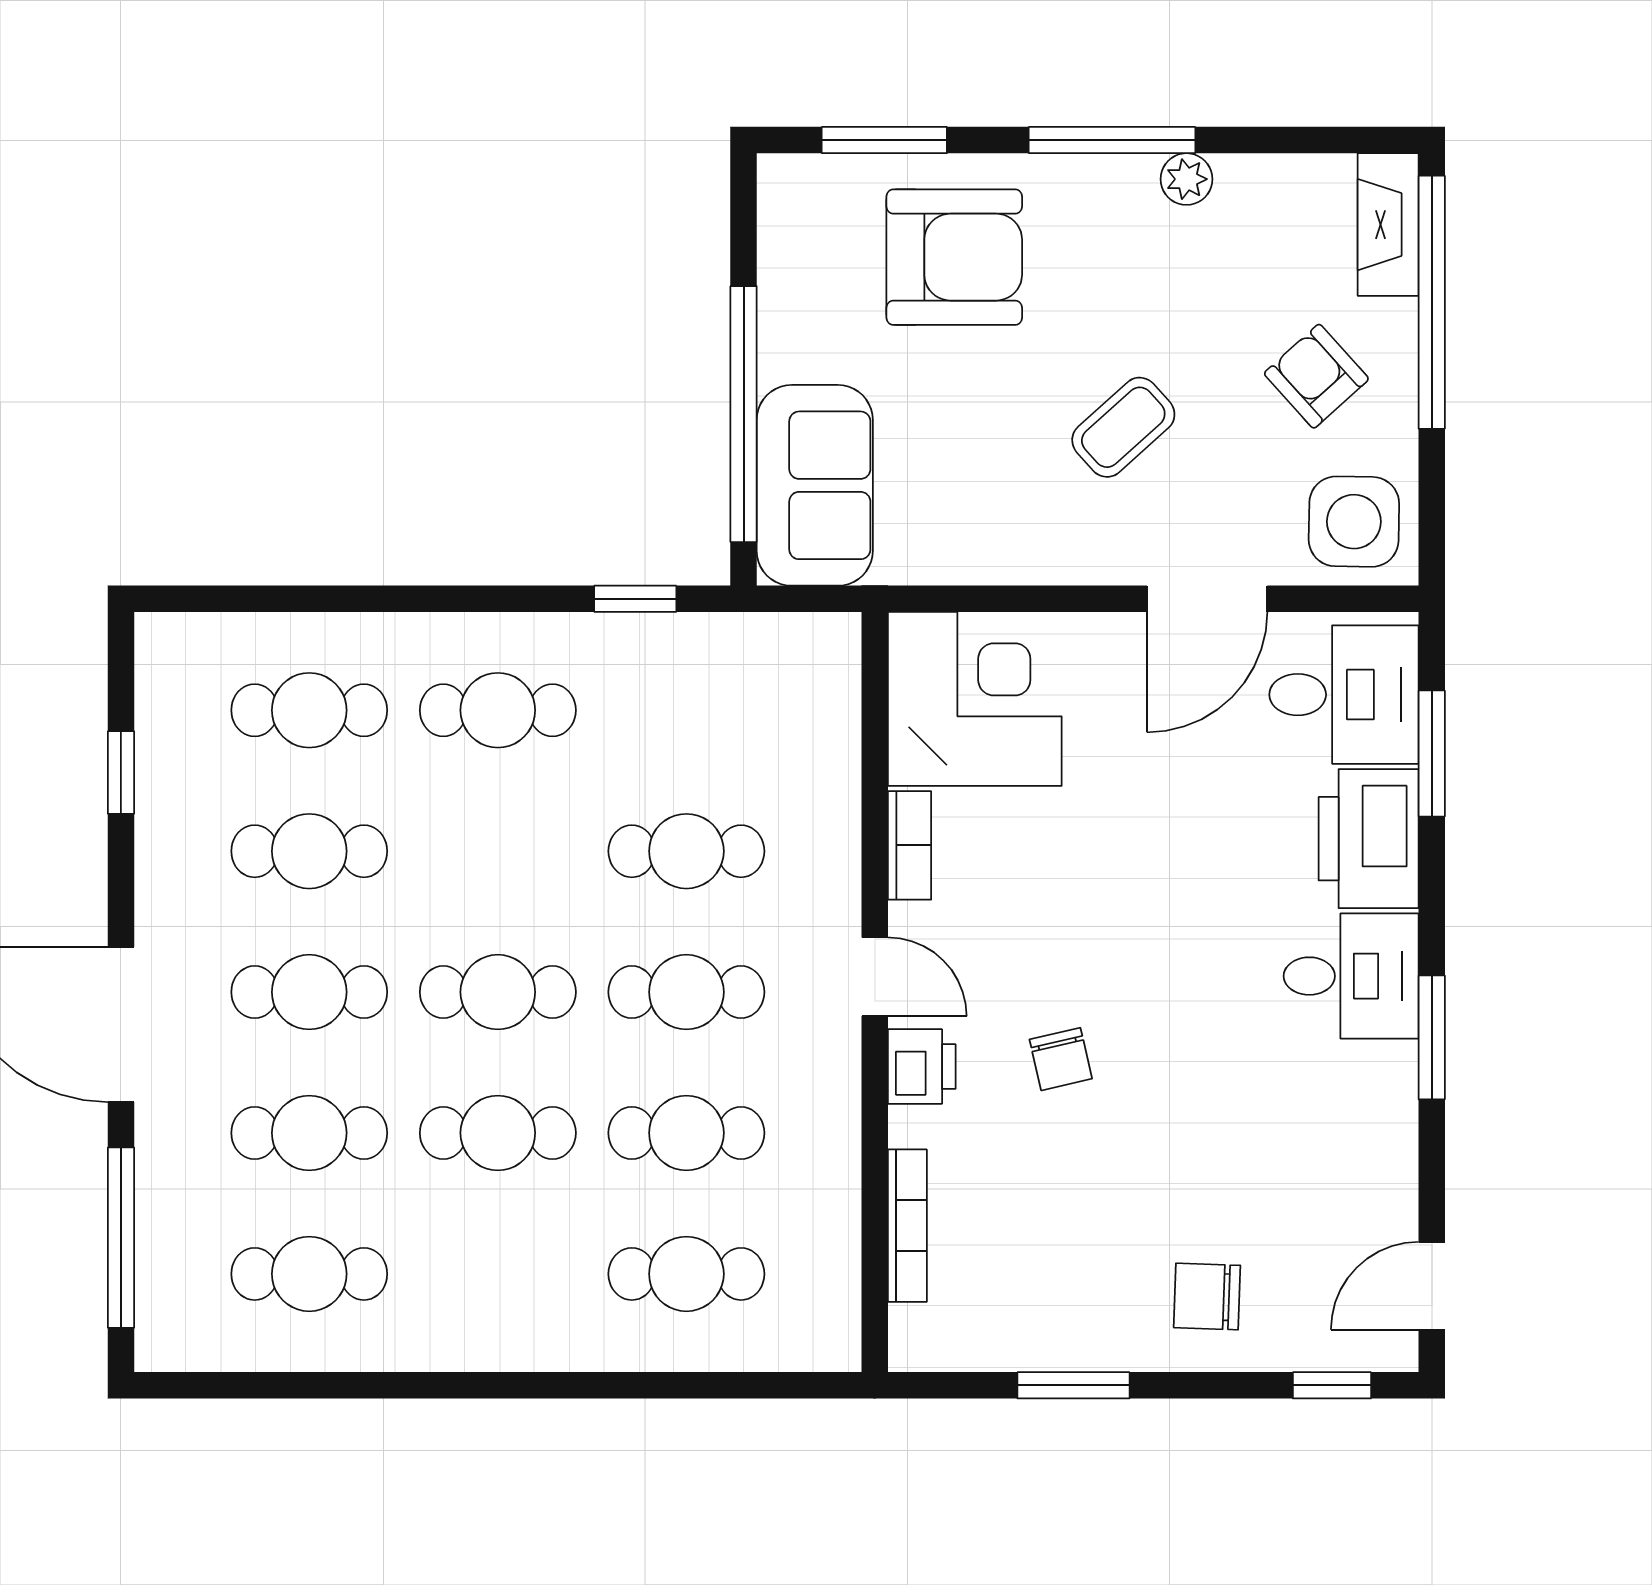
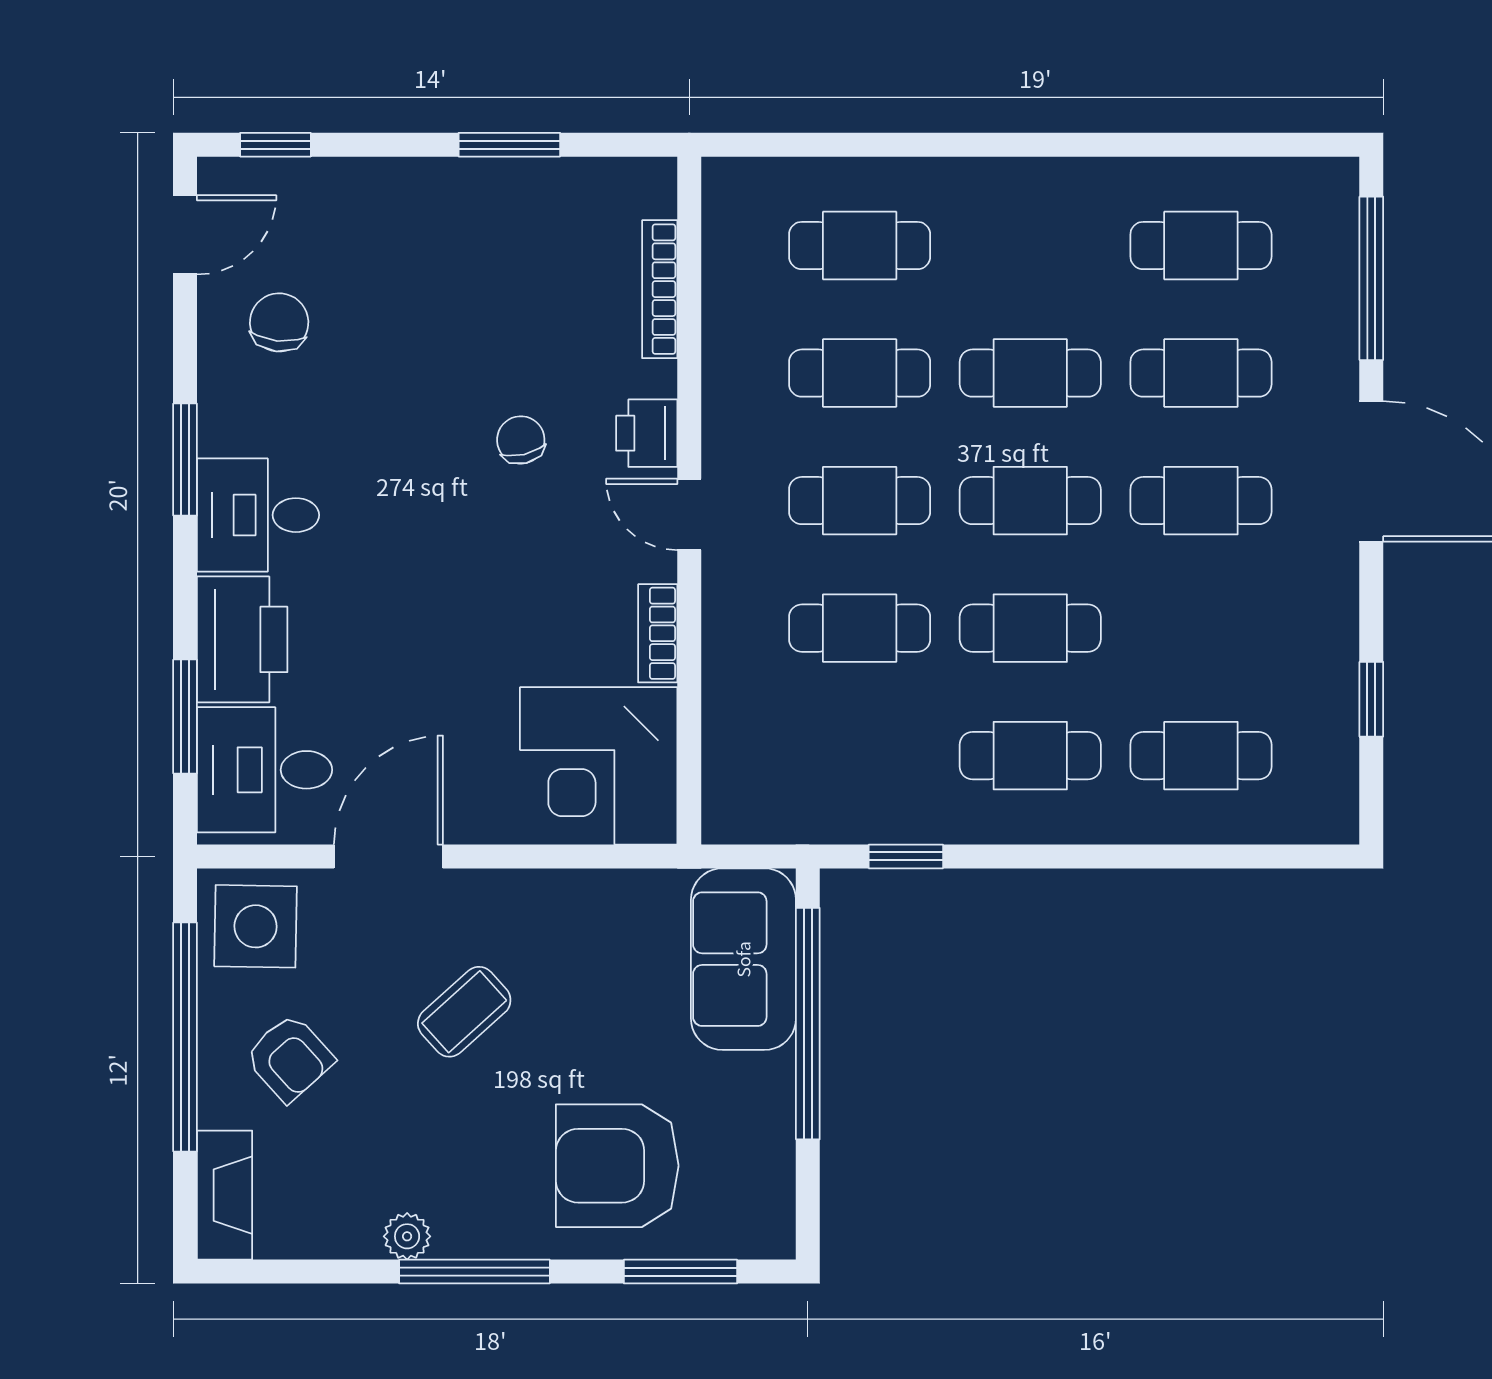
window: (1432, 302) -> (185, 1037), moved
cafe table: (309, 851) -> (1030, 628), moved
chair: (1207, 1296) -> (279, 322), moved, turned -86

